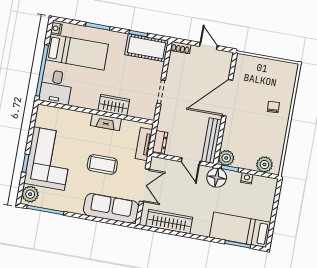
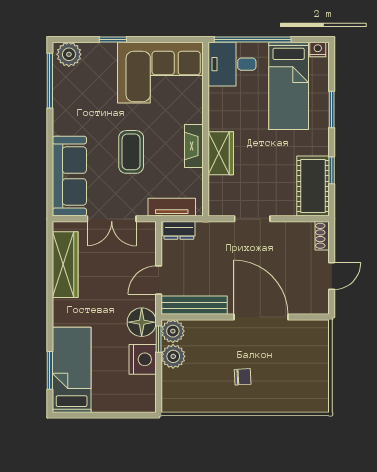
chair: (273, 107) -> (243, 377), moved
corner sofa: (49, 159) -> (160, 73), moved
plant: (264, 164) -> (173, 356), moved
nightstand: (247, 178) -> (143, 359), width x1.89, depth x1.79

